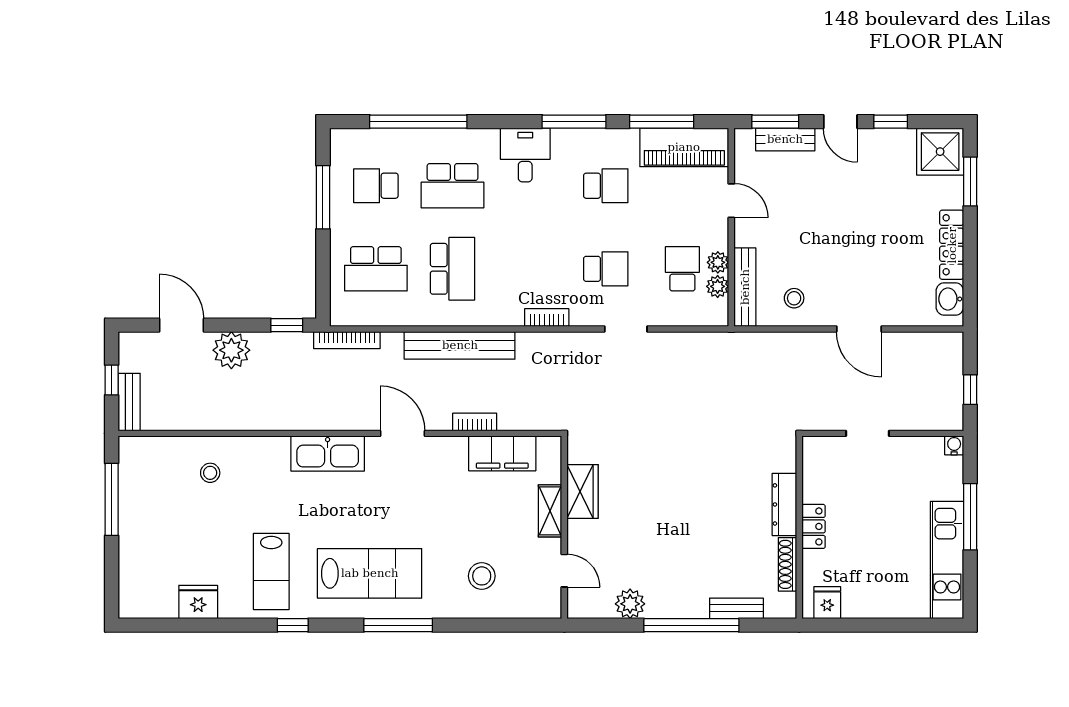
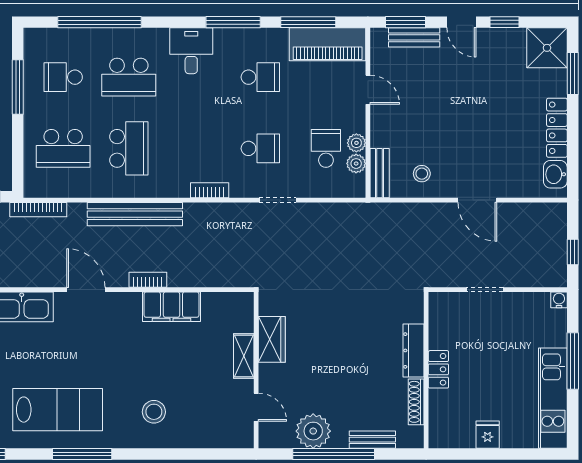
bench: (745, 287) -> (380, 173), width x0.73
wardrobe: (583, 491) -> (272, 339), moved
shelving: (550, 511) -> (244, 356), moved
wall: (564, 527) -> (256, 370), moved
door: (564, 571) -> (256, 407), moved
fridge: (827, 603) -> (488, 435), moved
plant: (630, 604) -> (313, 431), moved, width x1.36, depth x1.36

